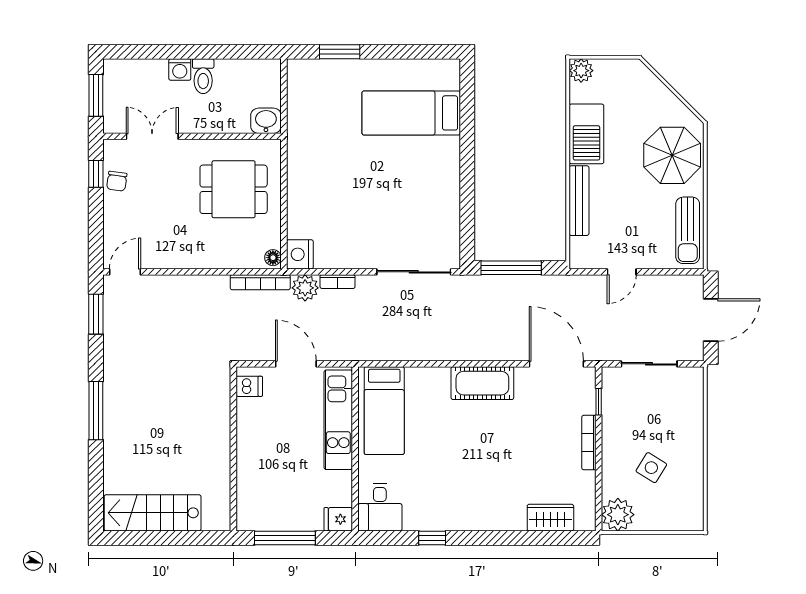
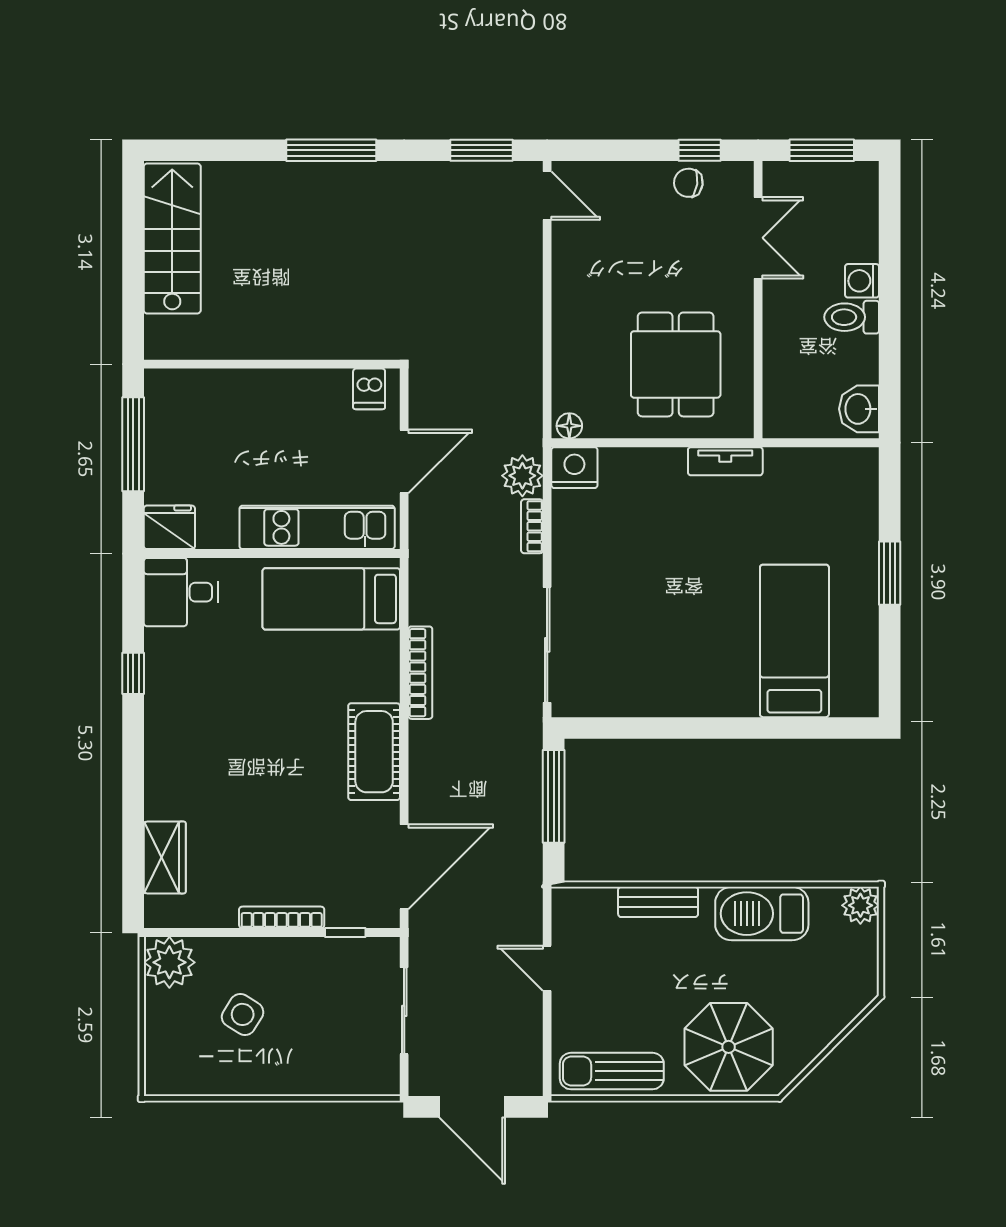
window: (340, 52) -> (890, 573), moved
washbasin: (266, 121) -> (859, 409), moved, turned 180
tv unit: (296, 157) -> (725, 461), added
bench: (579, 201) -> (658, 902), width x0.73
bookcase: (260, 282) -> (420, 673), moved, turned 180
fridge: (338, 519) -> (169, 527), width x1.38

